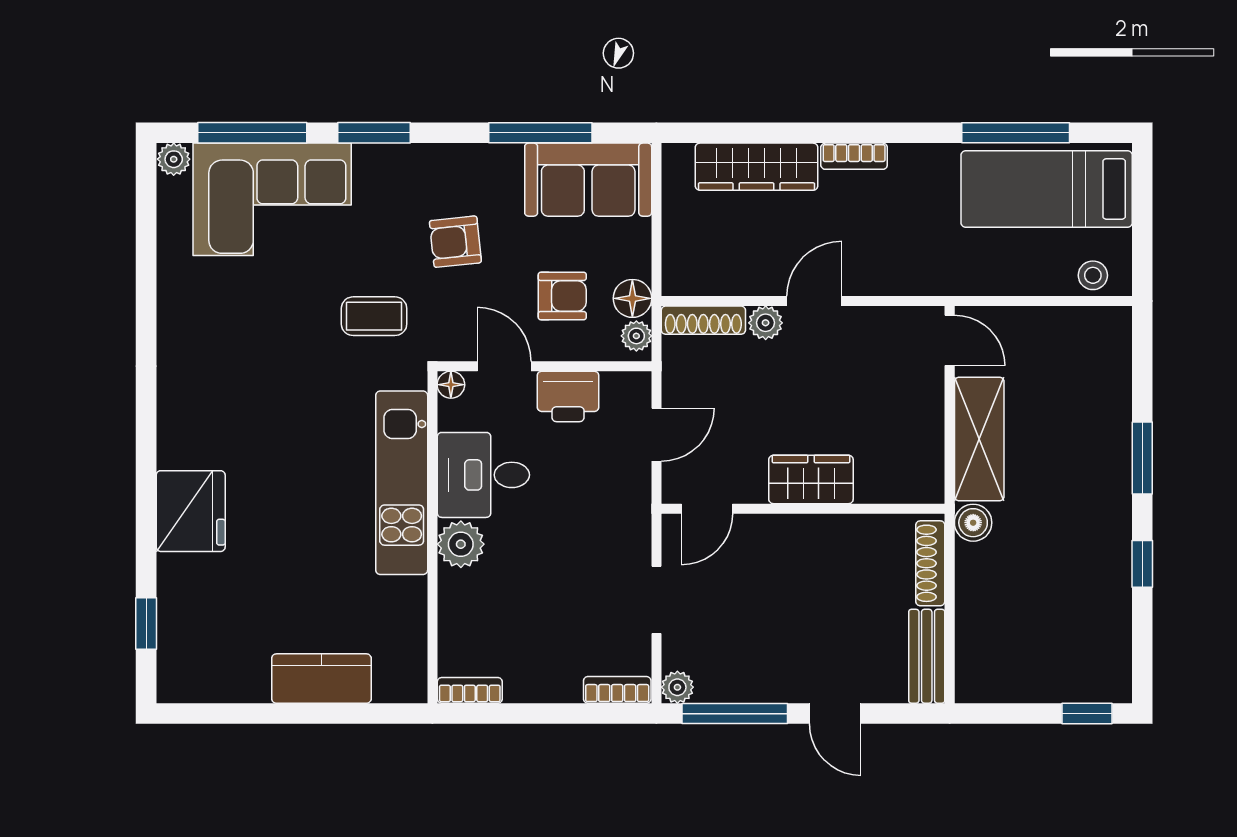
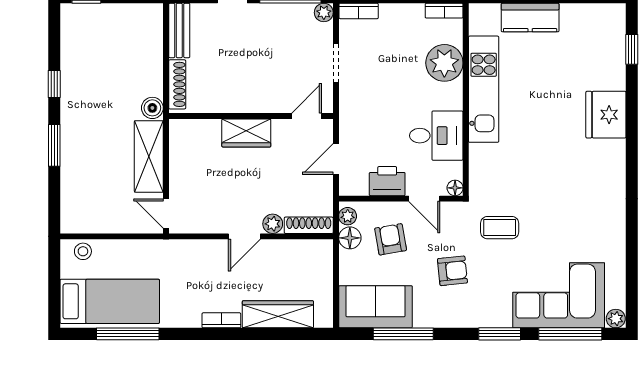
armchair: (562, 296) -> (391, 239), turned 80
kitchen unit: (402, 483) -> (484, 89), moved
plant: (461, 544) -> (444, 63), moved, width x1.36, depth x1.36

